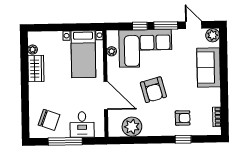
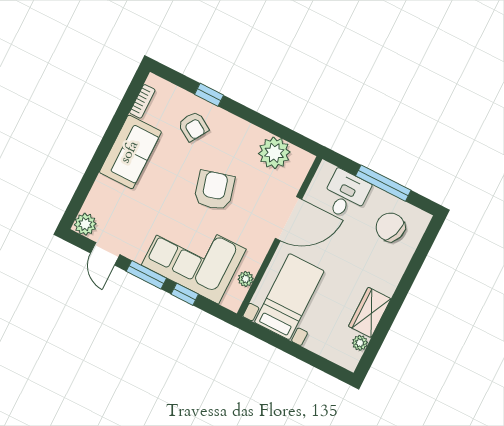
sofa: (209, 67) -> (130, 152), moved
door: (106, 96) -> (288, 219), swing flipped
armchair: (183, 118) -> (193, 126), turned -148

